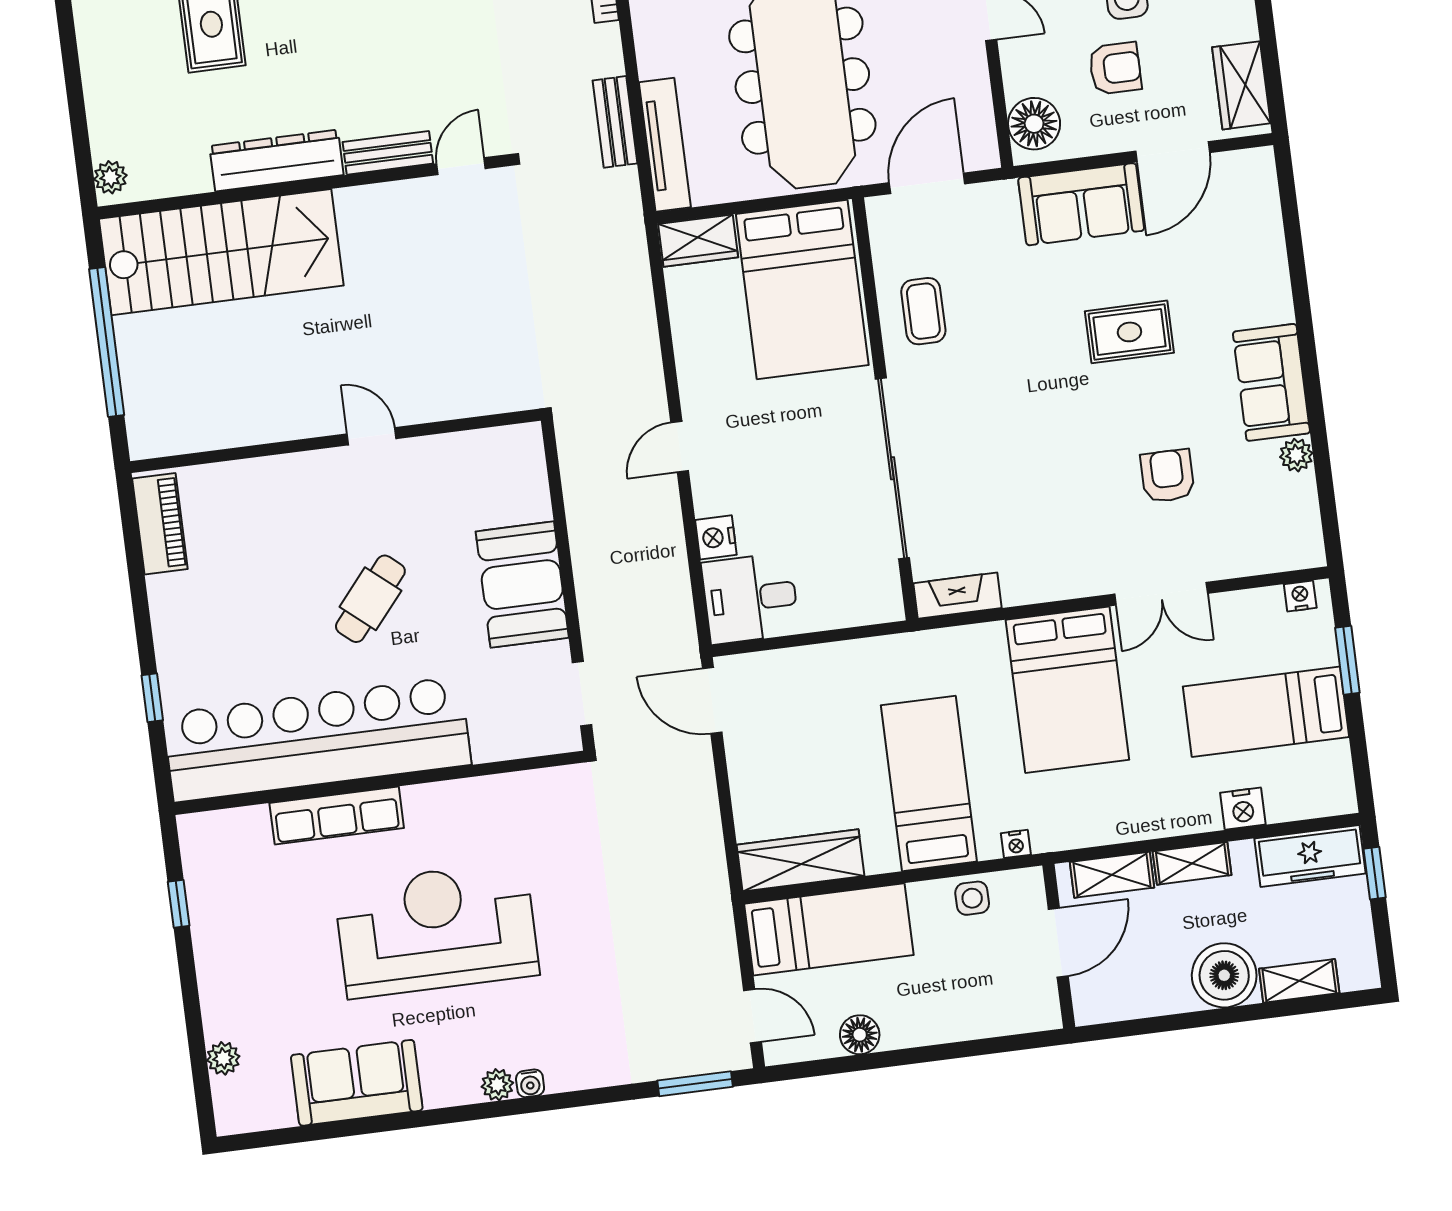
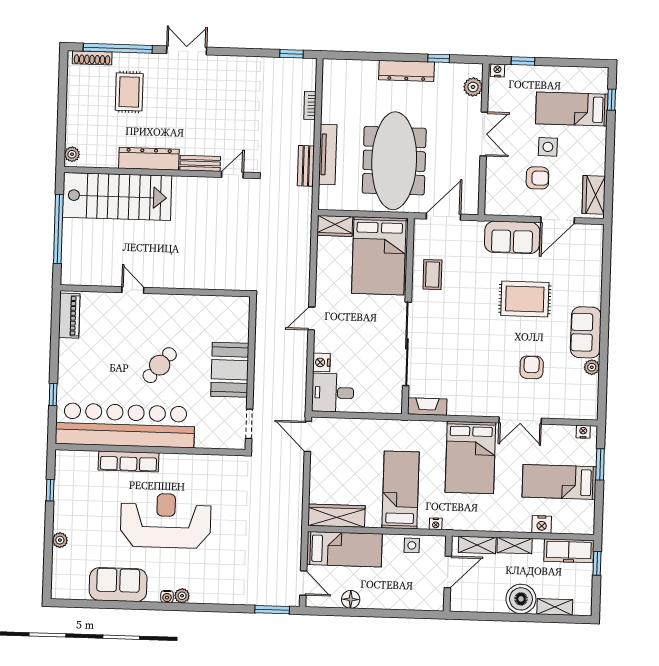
floor lamp: (1034, 124) -> (497, 197), removed
tv unit: (665, 145) -> (328, 154), moved
rug: (1129, 332) -> (525, 299), width x1.36, depth x1.43
door: (372, 436) -> (133, 290), moved
plant: (223, 1058) -> (60, 540), moved
water cooler: (530, 1083) -> (167, 597), moved

